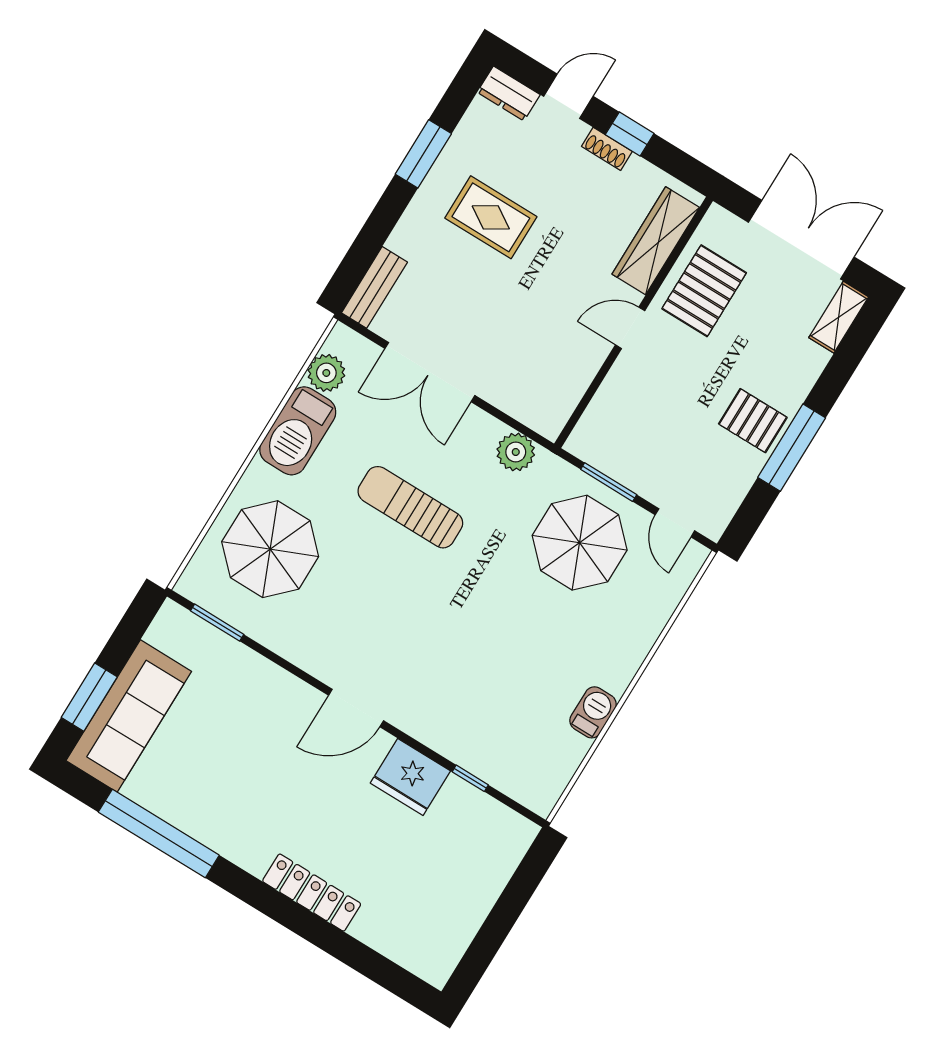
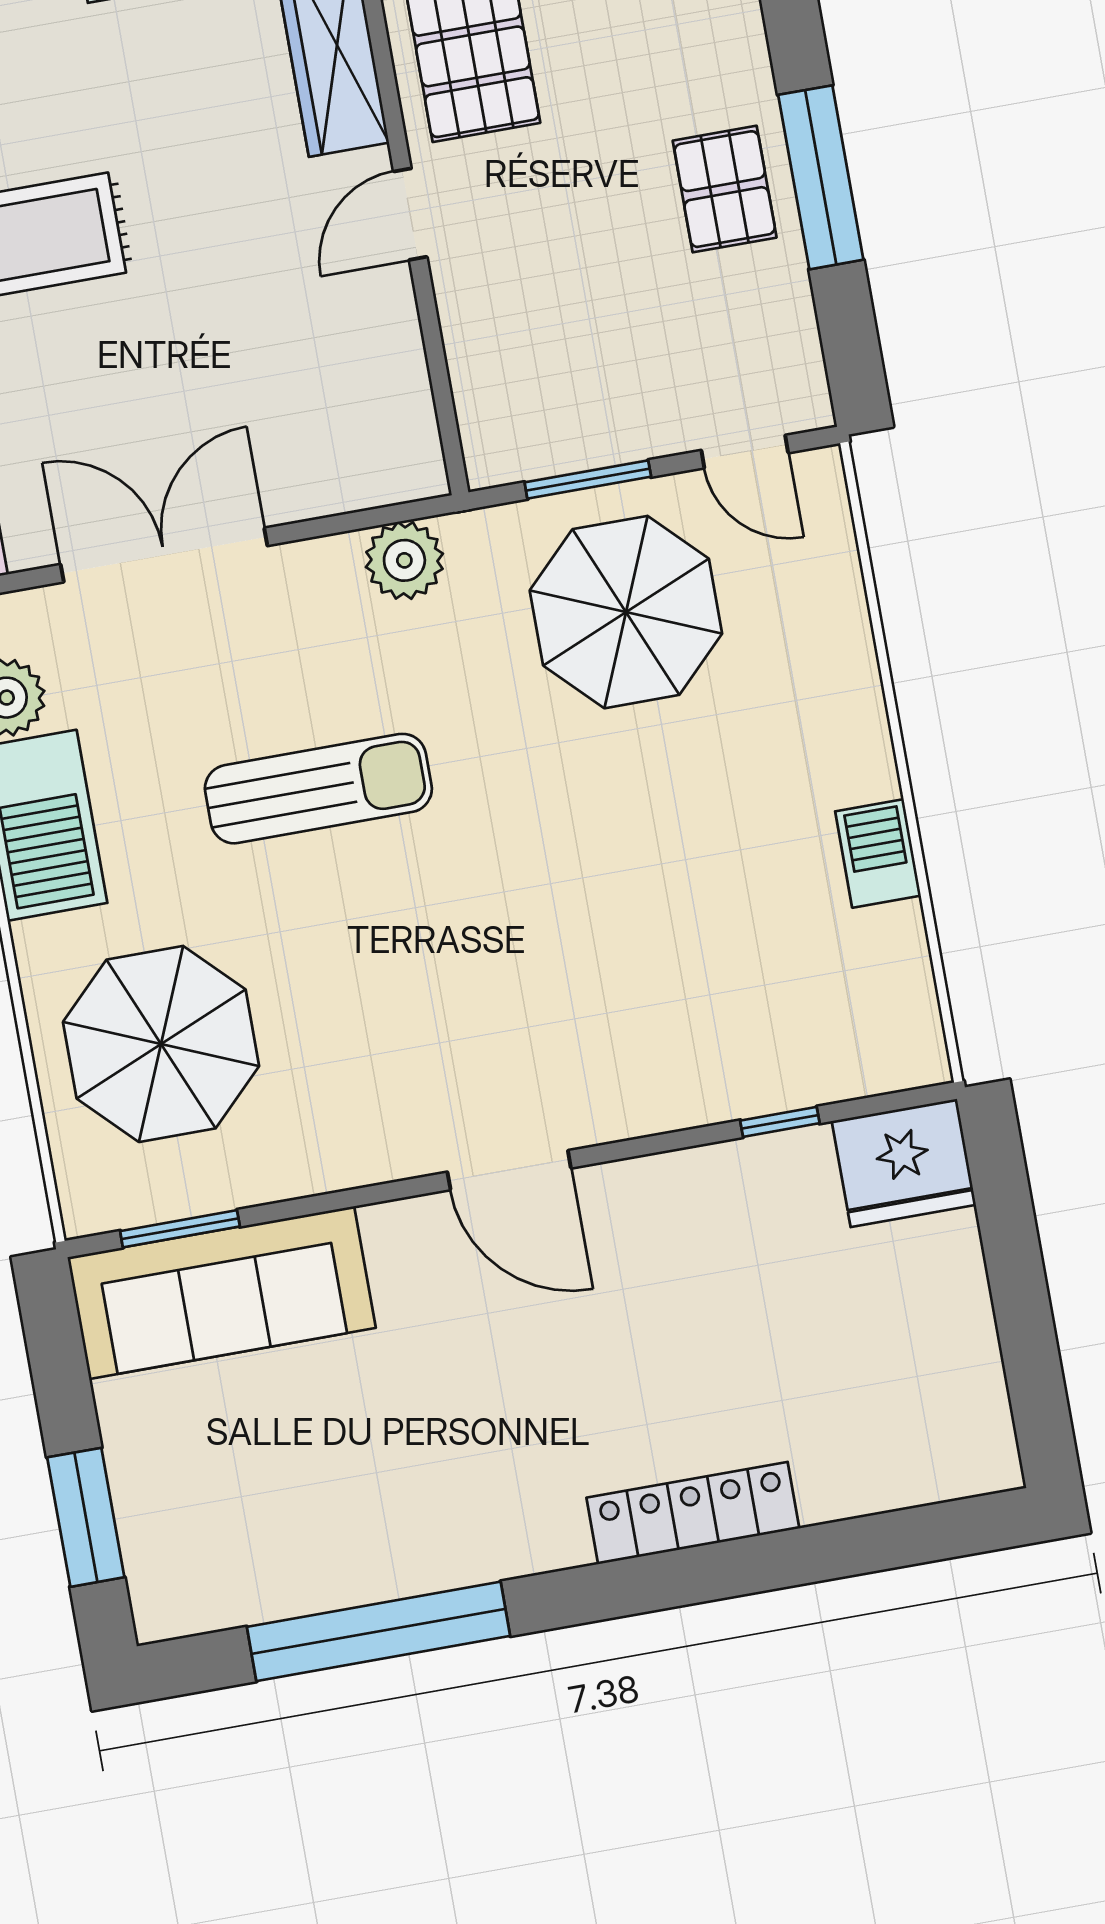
double door: (430, 372) -> (164, 555), swing flipped
pallet: (753, 421) -> (725, 189), turned 90
sun lounger: (410, 507) -> (318, 789), turned 180
door: (356, 708) -> (509, 1170), hinge flipped
sofa: (129, 716) -> (222, 1293), moved, turned 90
fridge: (410, 777) -> (904, 1163), moved

